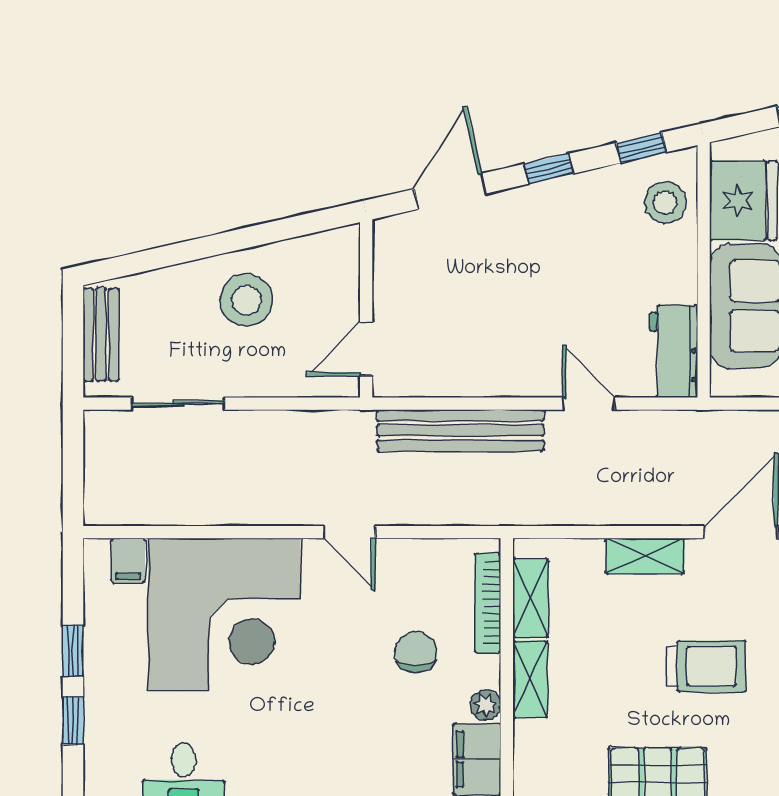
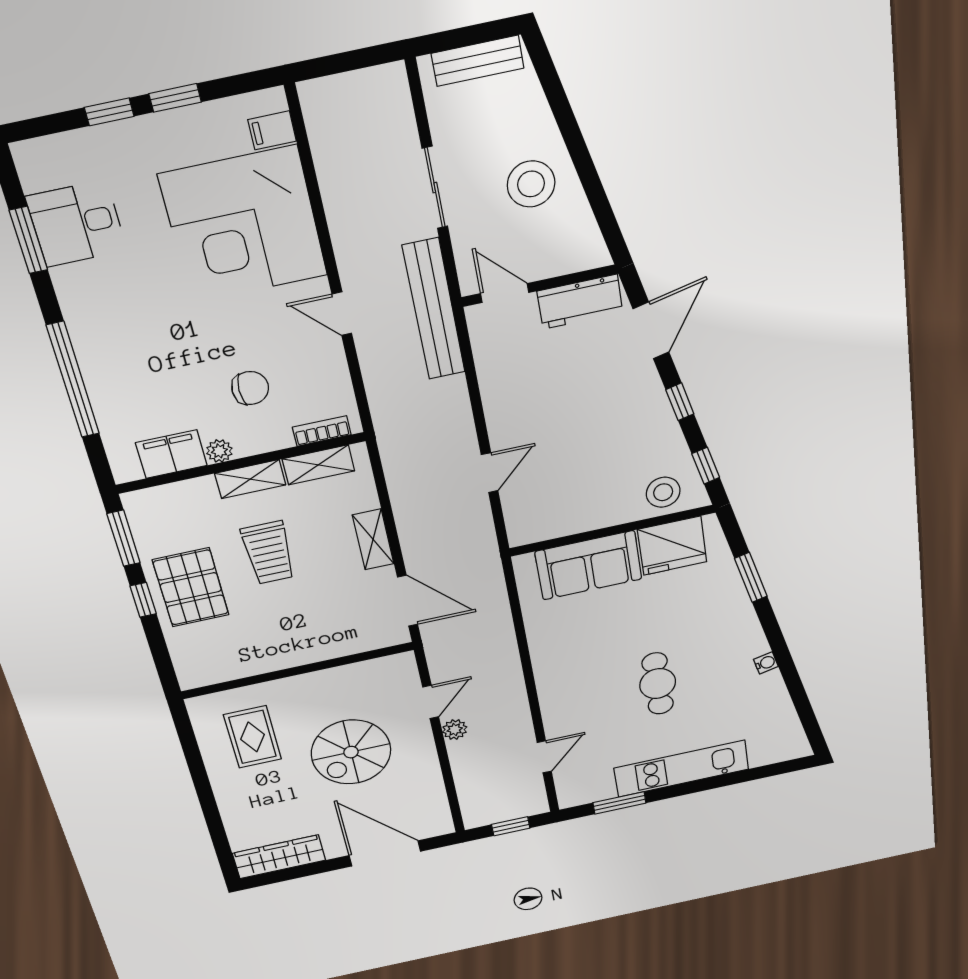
door: (450, 191) -> (651, 331), hinge flipped
workbench: (674, 351) -> (580, 302), moved, turned 180
sliding door: (178, 404) -> (435, 188), moved
bench: (460, 430) -> (434, 309), moved
door: (350, 532) -> (342, 314), hinge flipped
bookcase: (488, 603) -> (322, 431), width x0.64
trolley: (706, 666) -> (269, 553), moved

